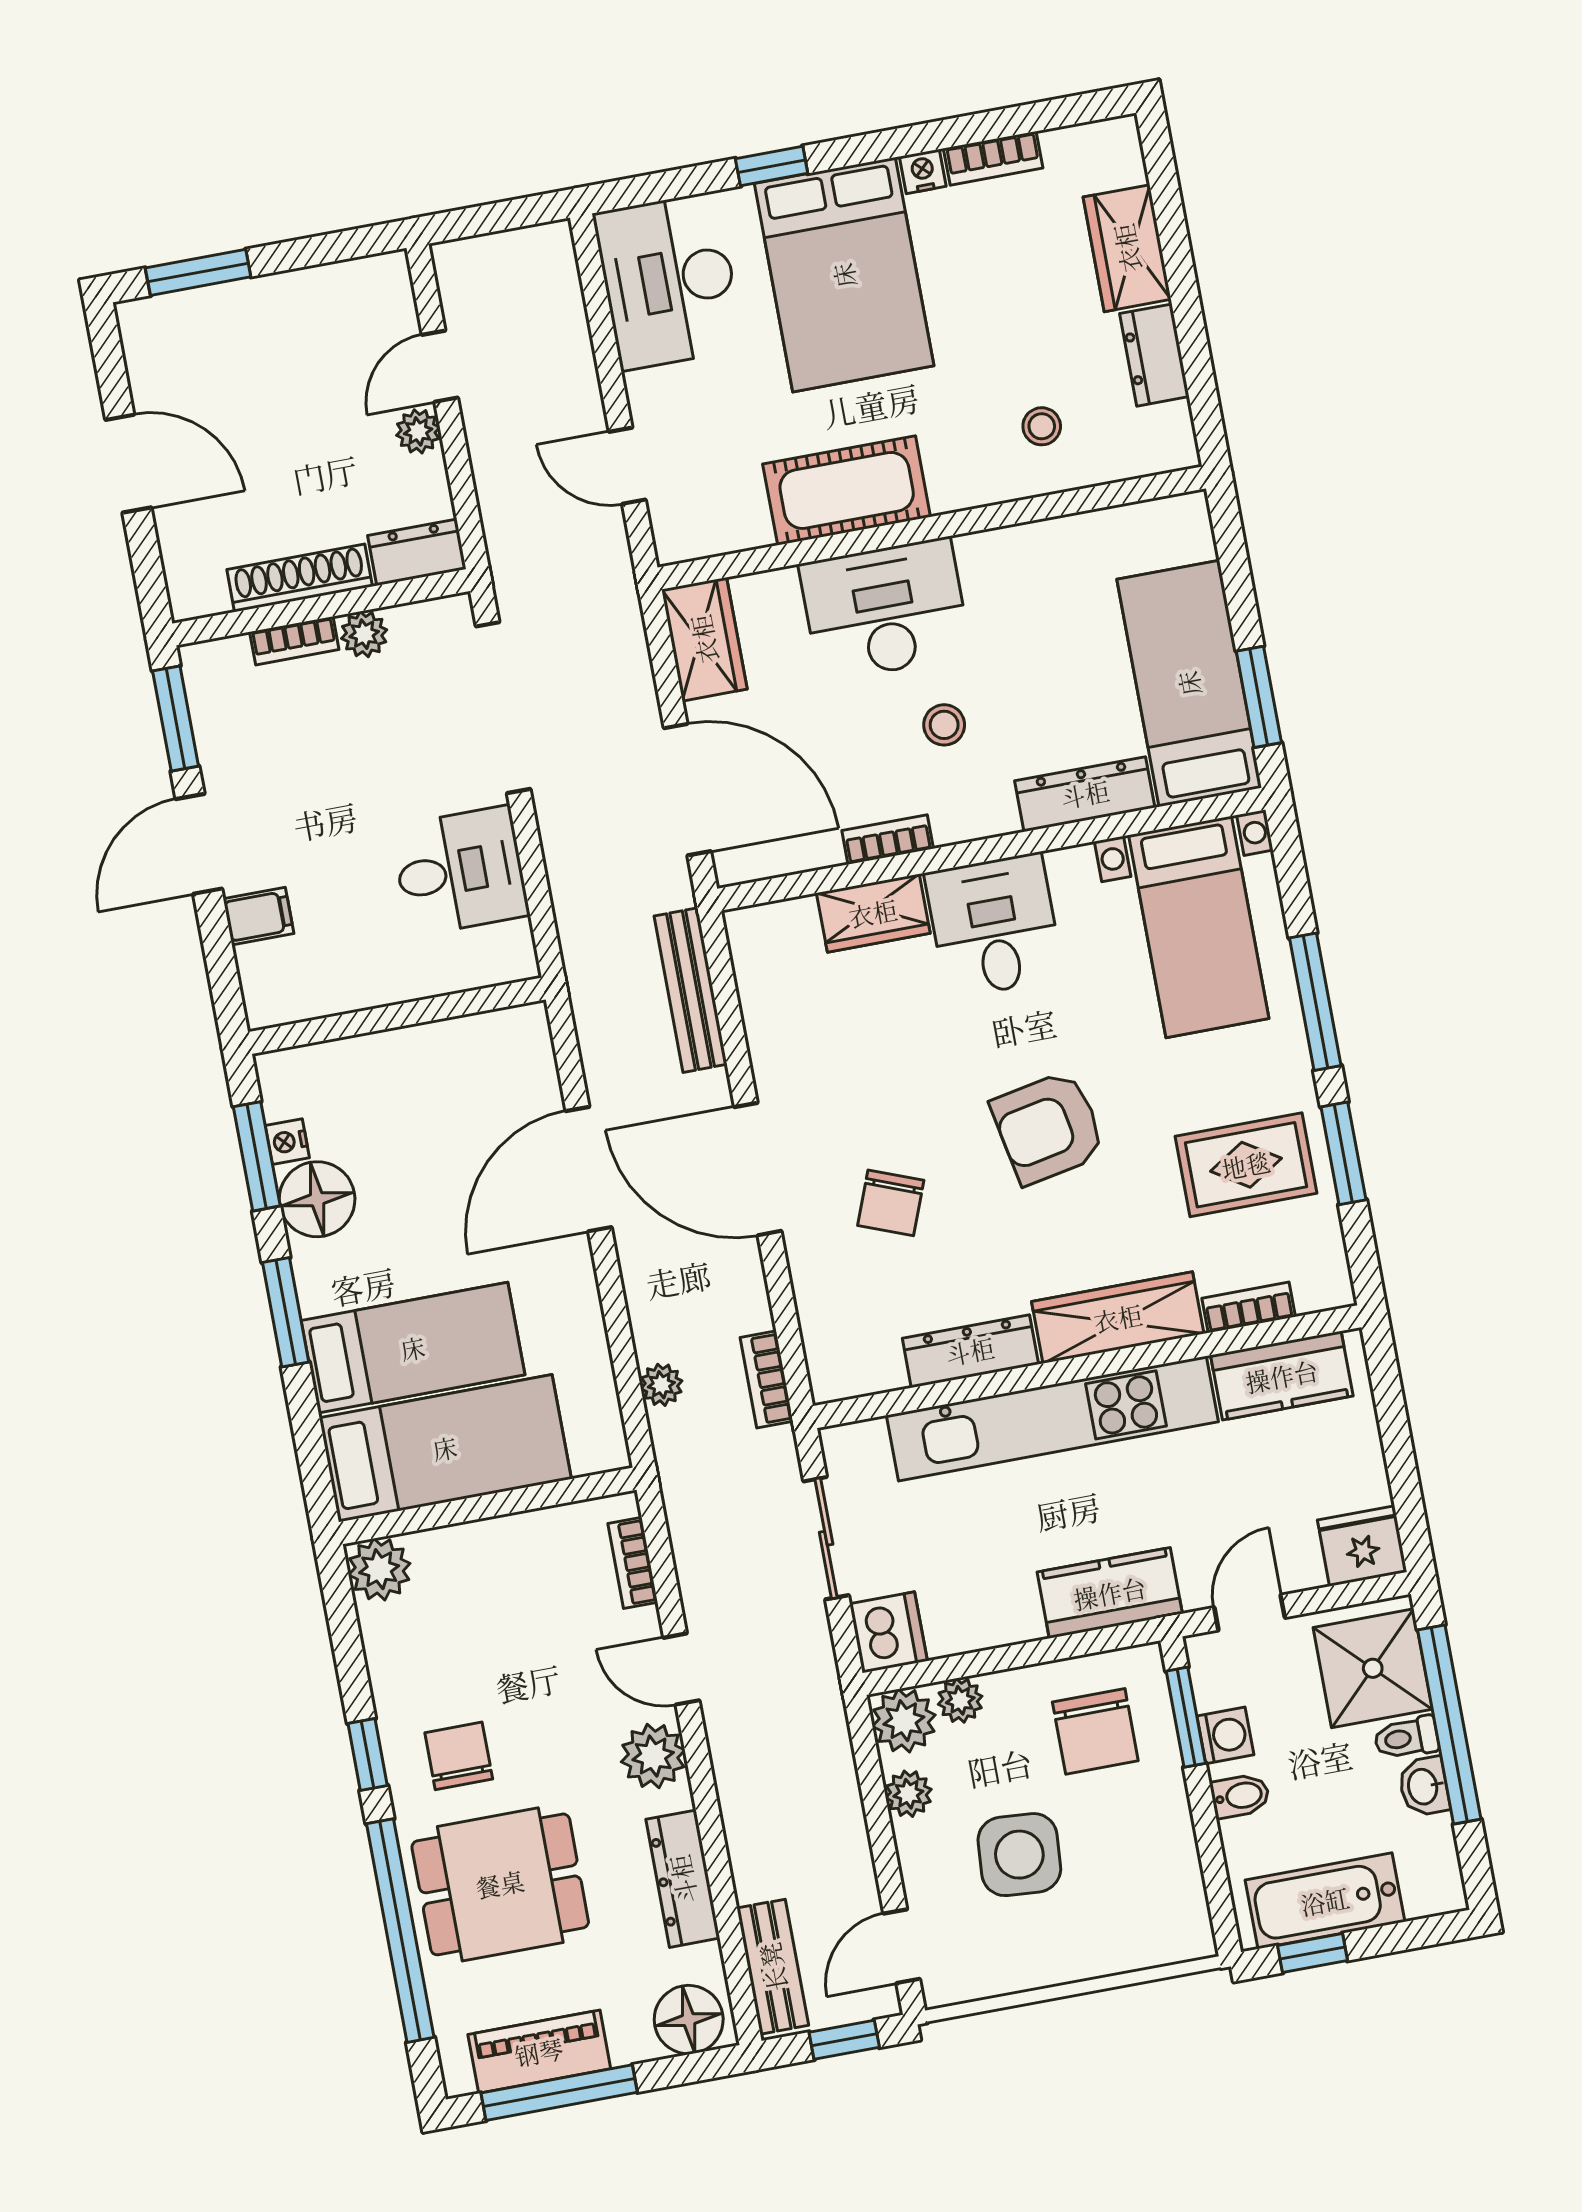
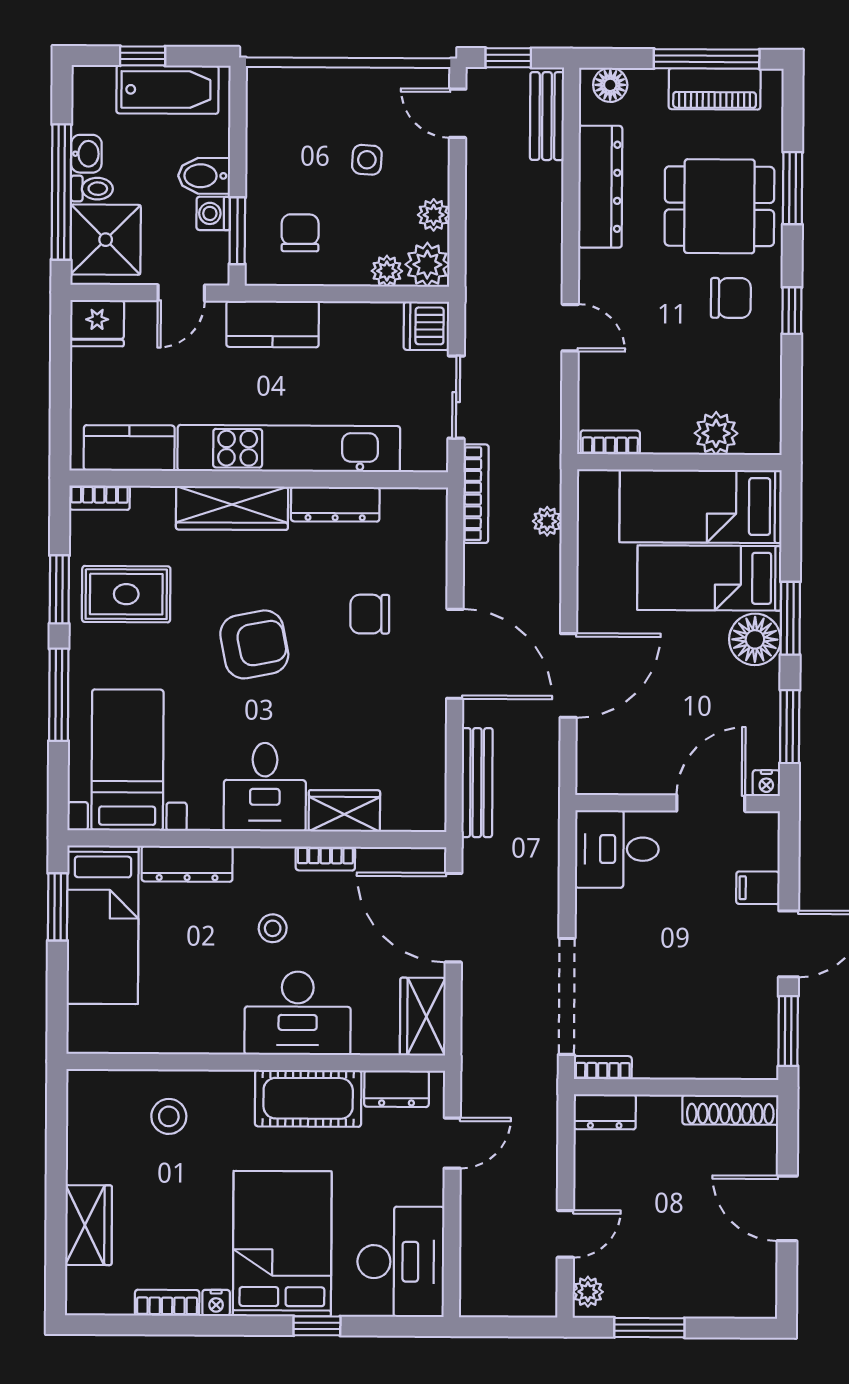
window: (198, 272) -> (649, 1328), moved
dresser: (1154, 355) -> (397, 1089), moved, turned 90
stool: (1042, 426) -> (169, 1116), width x1.37, depth x1.37
plant: (418, 431) -> (588, 1292), moved
door: (627, 466) -> (452, 1143), hinge flipped
shoe rack: (300, 578) -> (730, 1110), moved
plant: (364, 634) -> (651, 1064), removed
bookcase: (294, 641) -> (603, 1068), moved
desk: (460, 871) -> (617, 849), moved
door: (349, 1025) -> (711, 803), added
nightstand: (287, 1142) -> (766, 783), moved, turned 90
floor lamp: (317, 1199) -> (755, 639), moved
chair: (891, 1203) -> (370, 614), turned -111
bookcase: (1249, 1307) -> (100, 498), moved
bookcase: (767, 1379) -> (476, 494), width x1.56
bookcase: (633, 1563) -> (610, 442), moved, turned -90
plant: (379, 1569) -> (716, 433), moved
chair: (1095, 1731) -> (300, 233), width x0.73, depth x0.73
chair: (459, 1756) -> (731, 298), turned -90
plant: (653, 1756) -> (600, 273), removed
bidet: (1240, 1796) -> (204, 176), width x1.38, depth x1.36
side table: (1019, 1855) -> (367, 160), width x0.54, depth x0.54
dresser: (683, 1879) -> (600, 187), width x1.37, depth x1.24
window: (400, 1931) -> (793, 188), width x0.47
door: (902, 1946) -> (458, 113), swing flipped
window: (1312, 1953) -> (143, 56), moved
floor lamp: (689, 2020) -> (610, 85), width x0.73, depth x0.73

